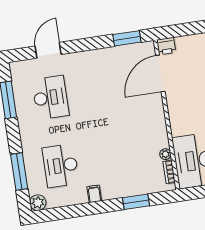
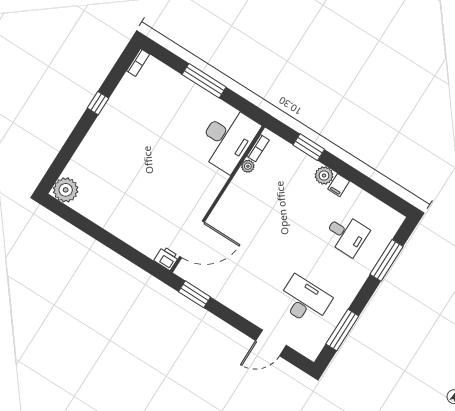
desk: (50, 98) -> (304, 301), turned 90
desk: (61, 166) -> (346, 235), width x0.73
plant: (38, 203) -> (324, 176), moved

